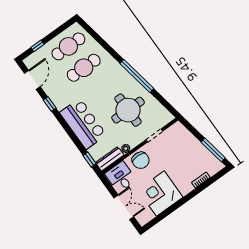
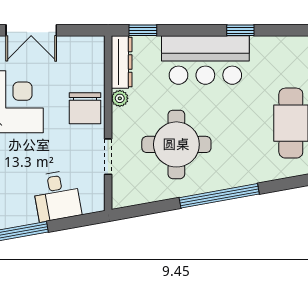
window: (50, 104) -> (240, 30), moved
chair: (141, 160) -> (85, 108), turned -90
desk: (121, 177) -> (57, 196), moved, turned 80

